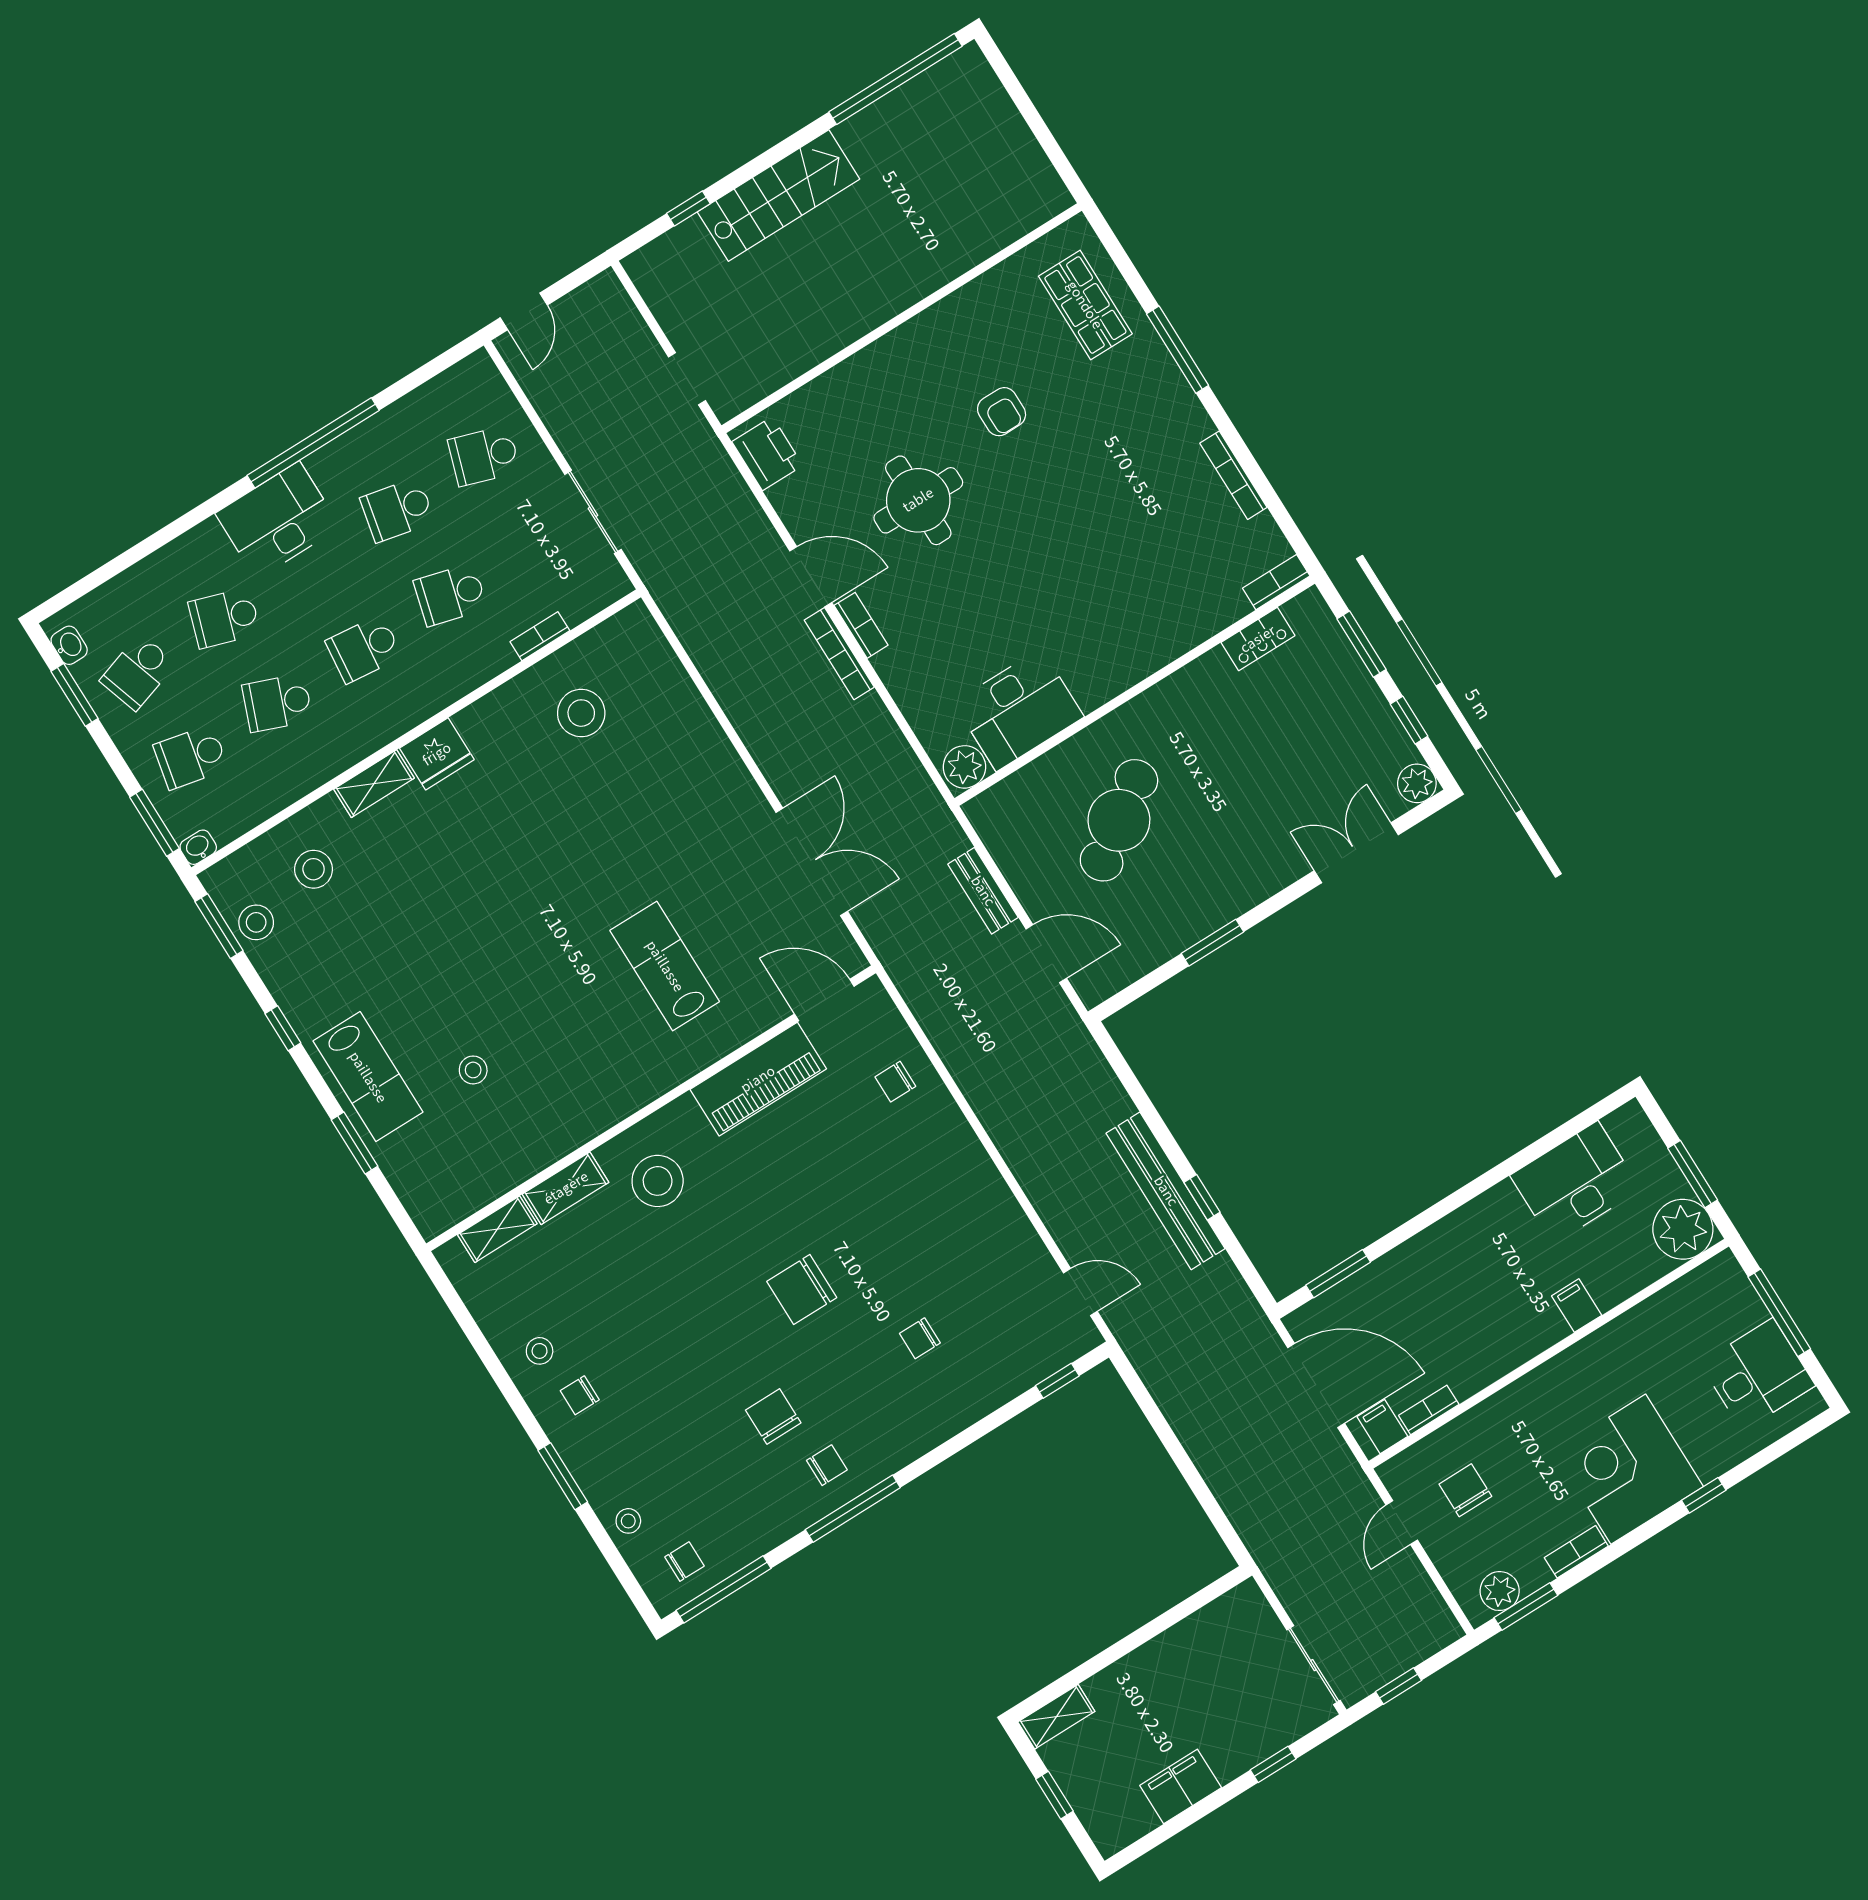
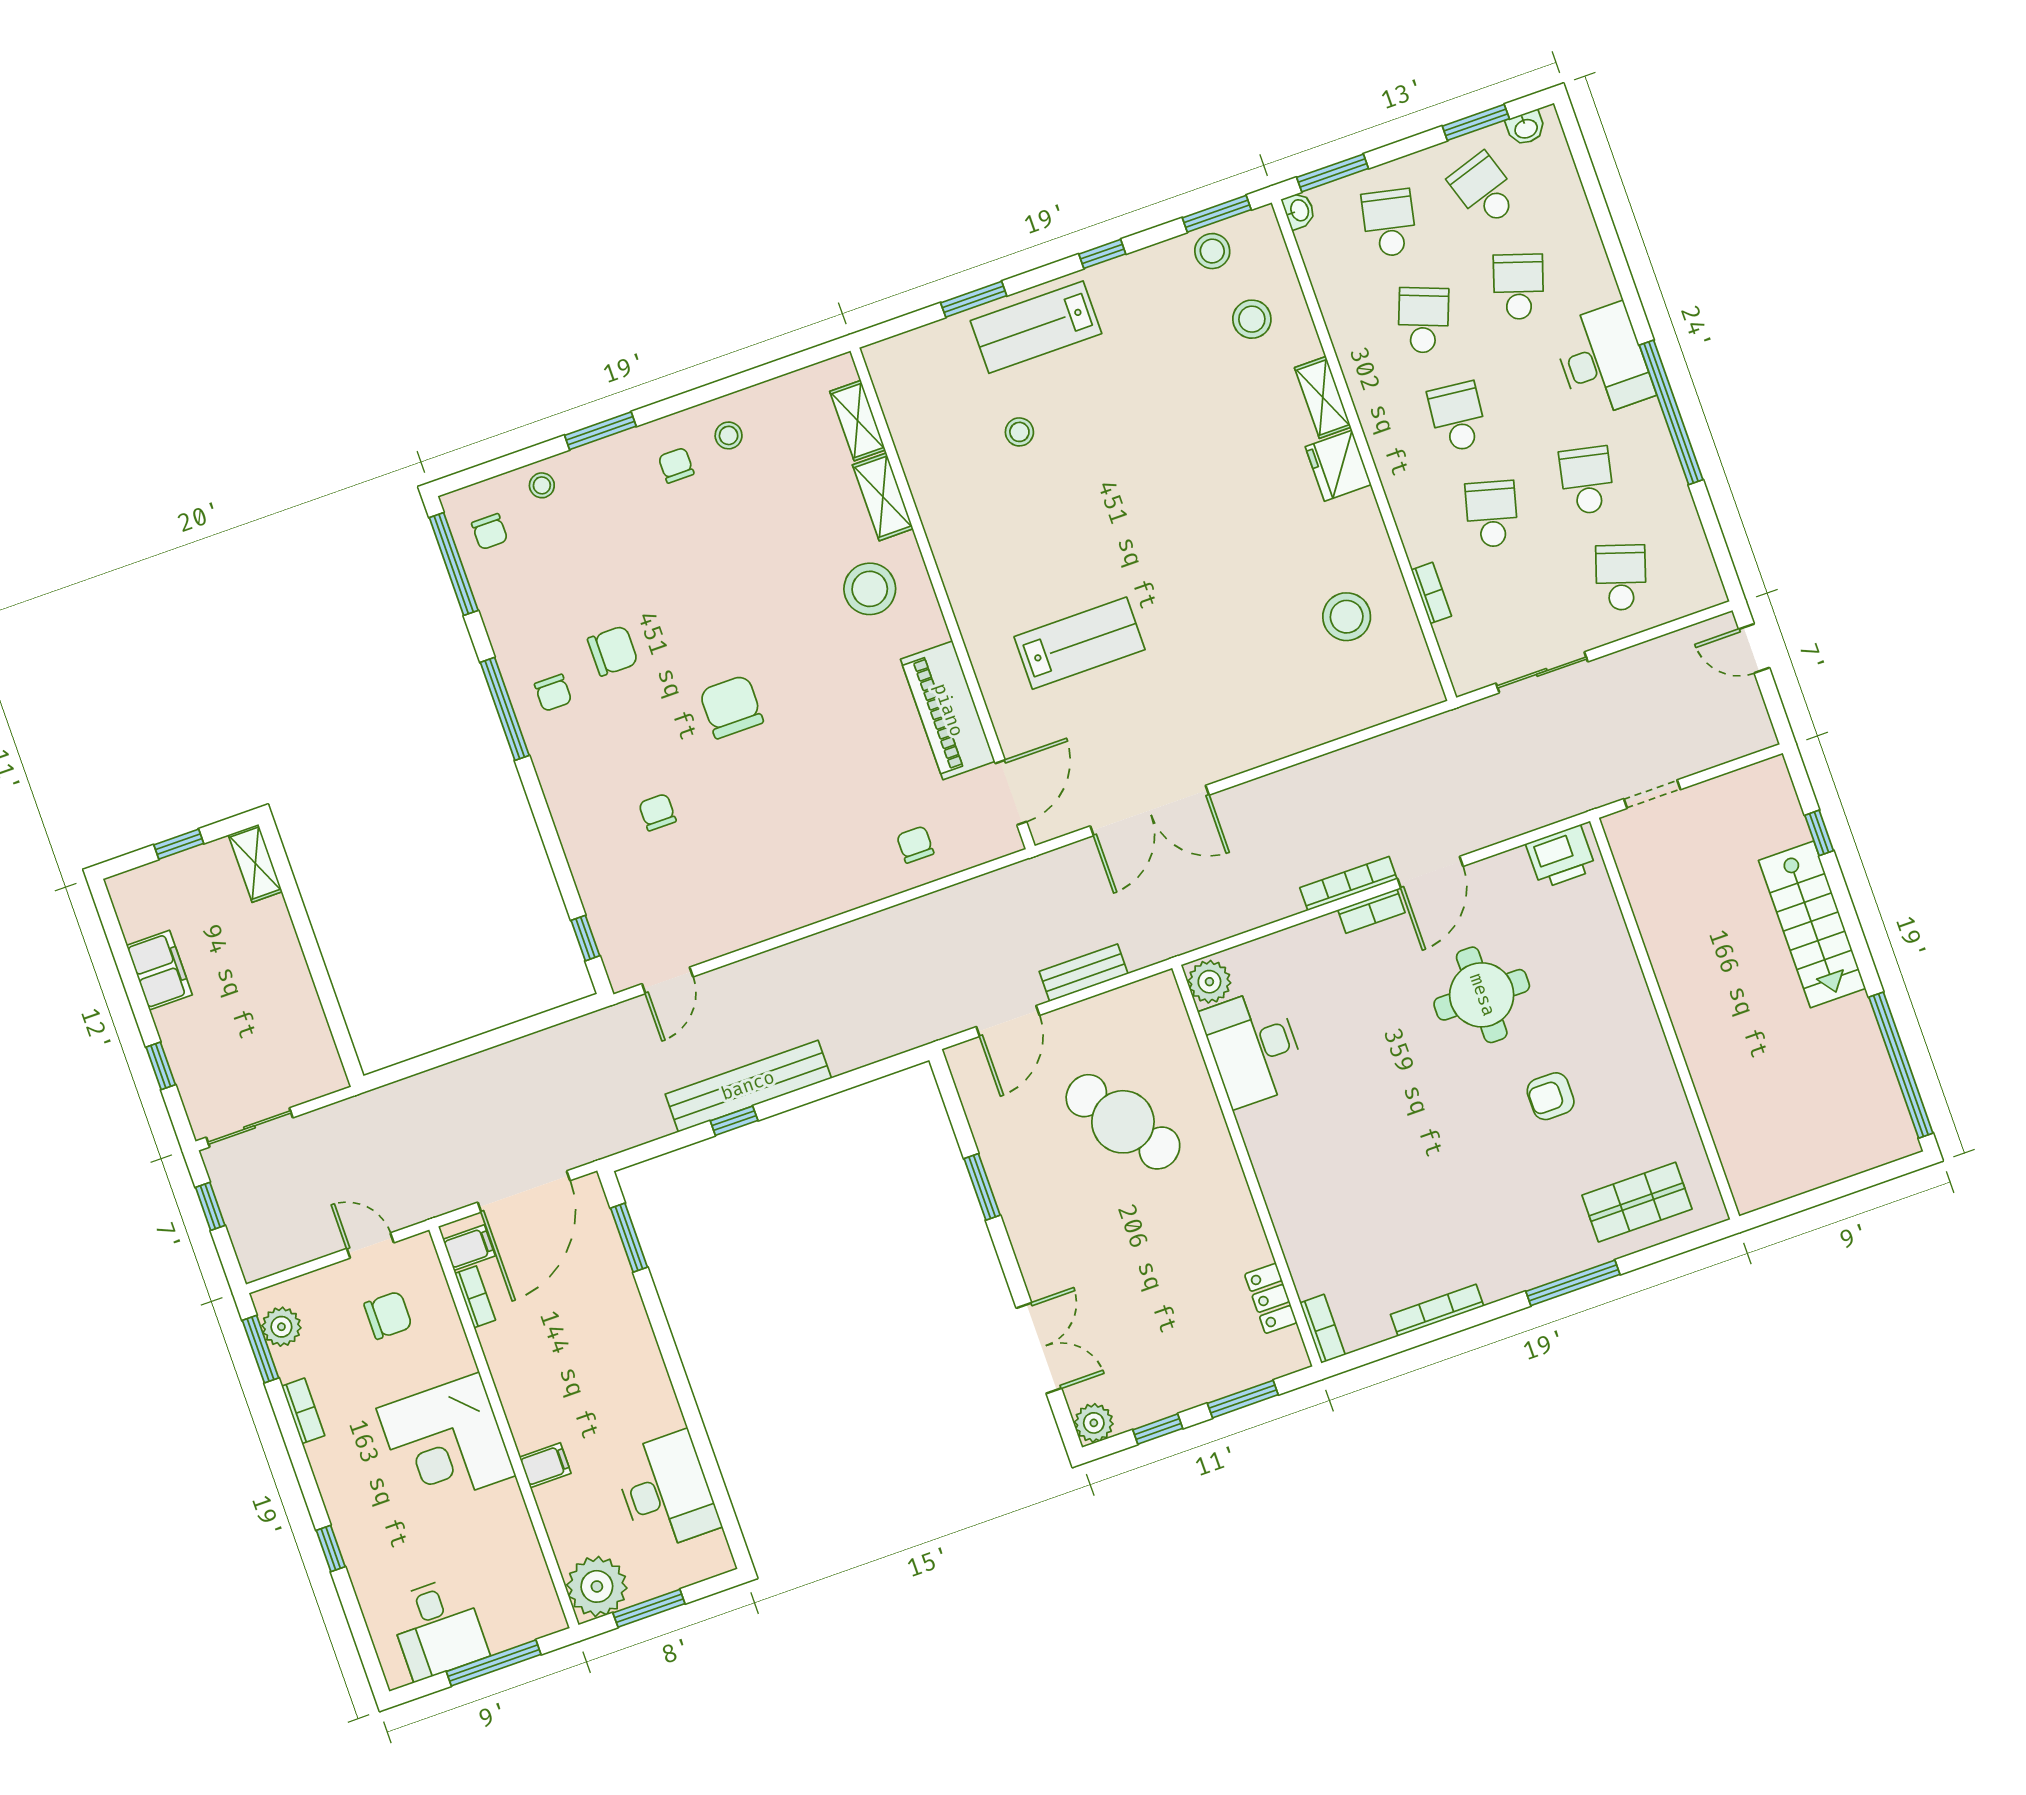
corner desk: (1628, 1469) -> (446, 1442), moved, turned 180

